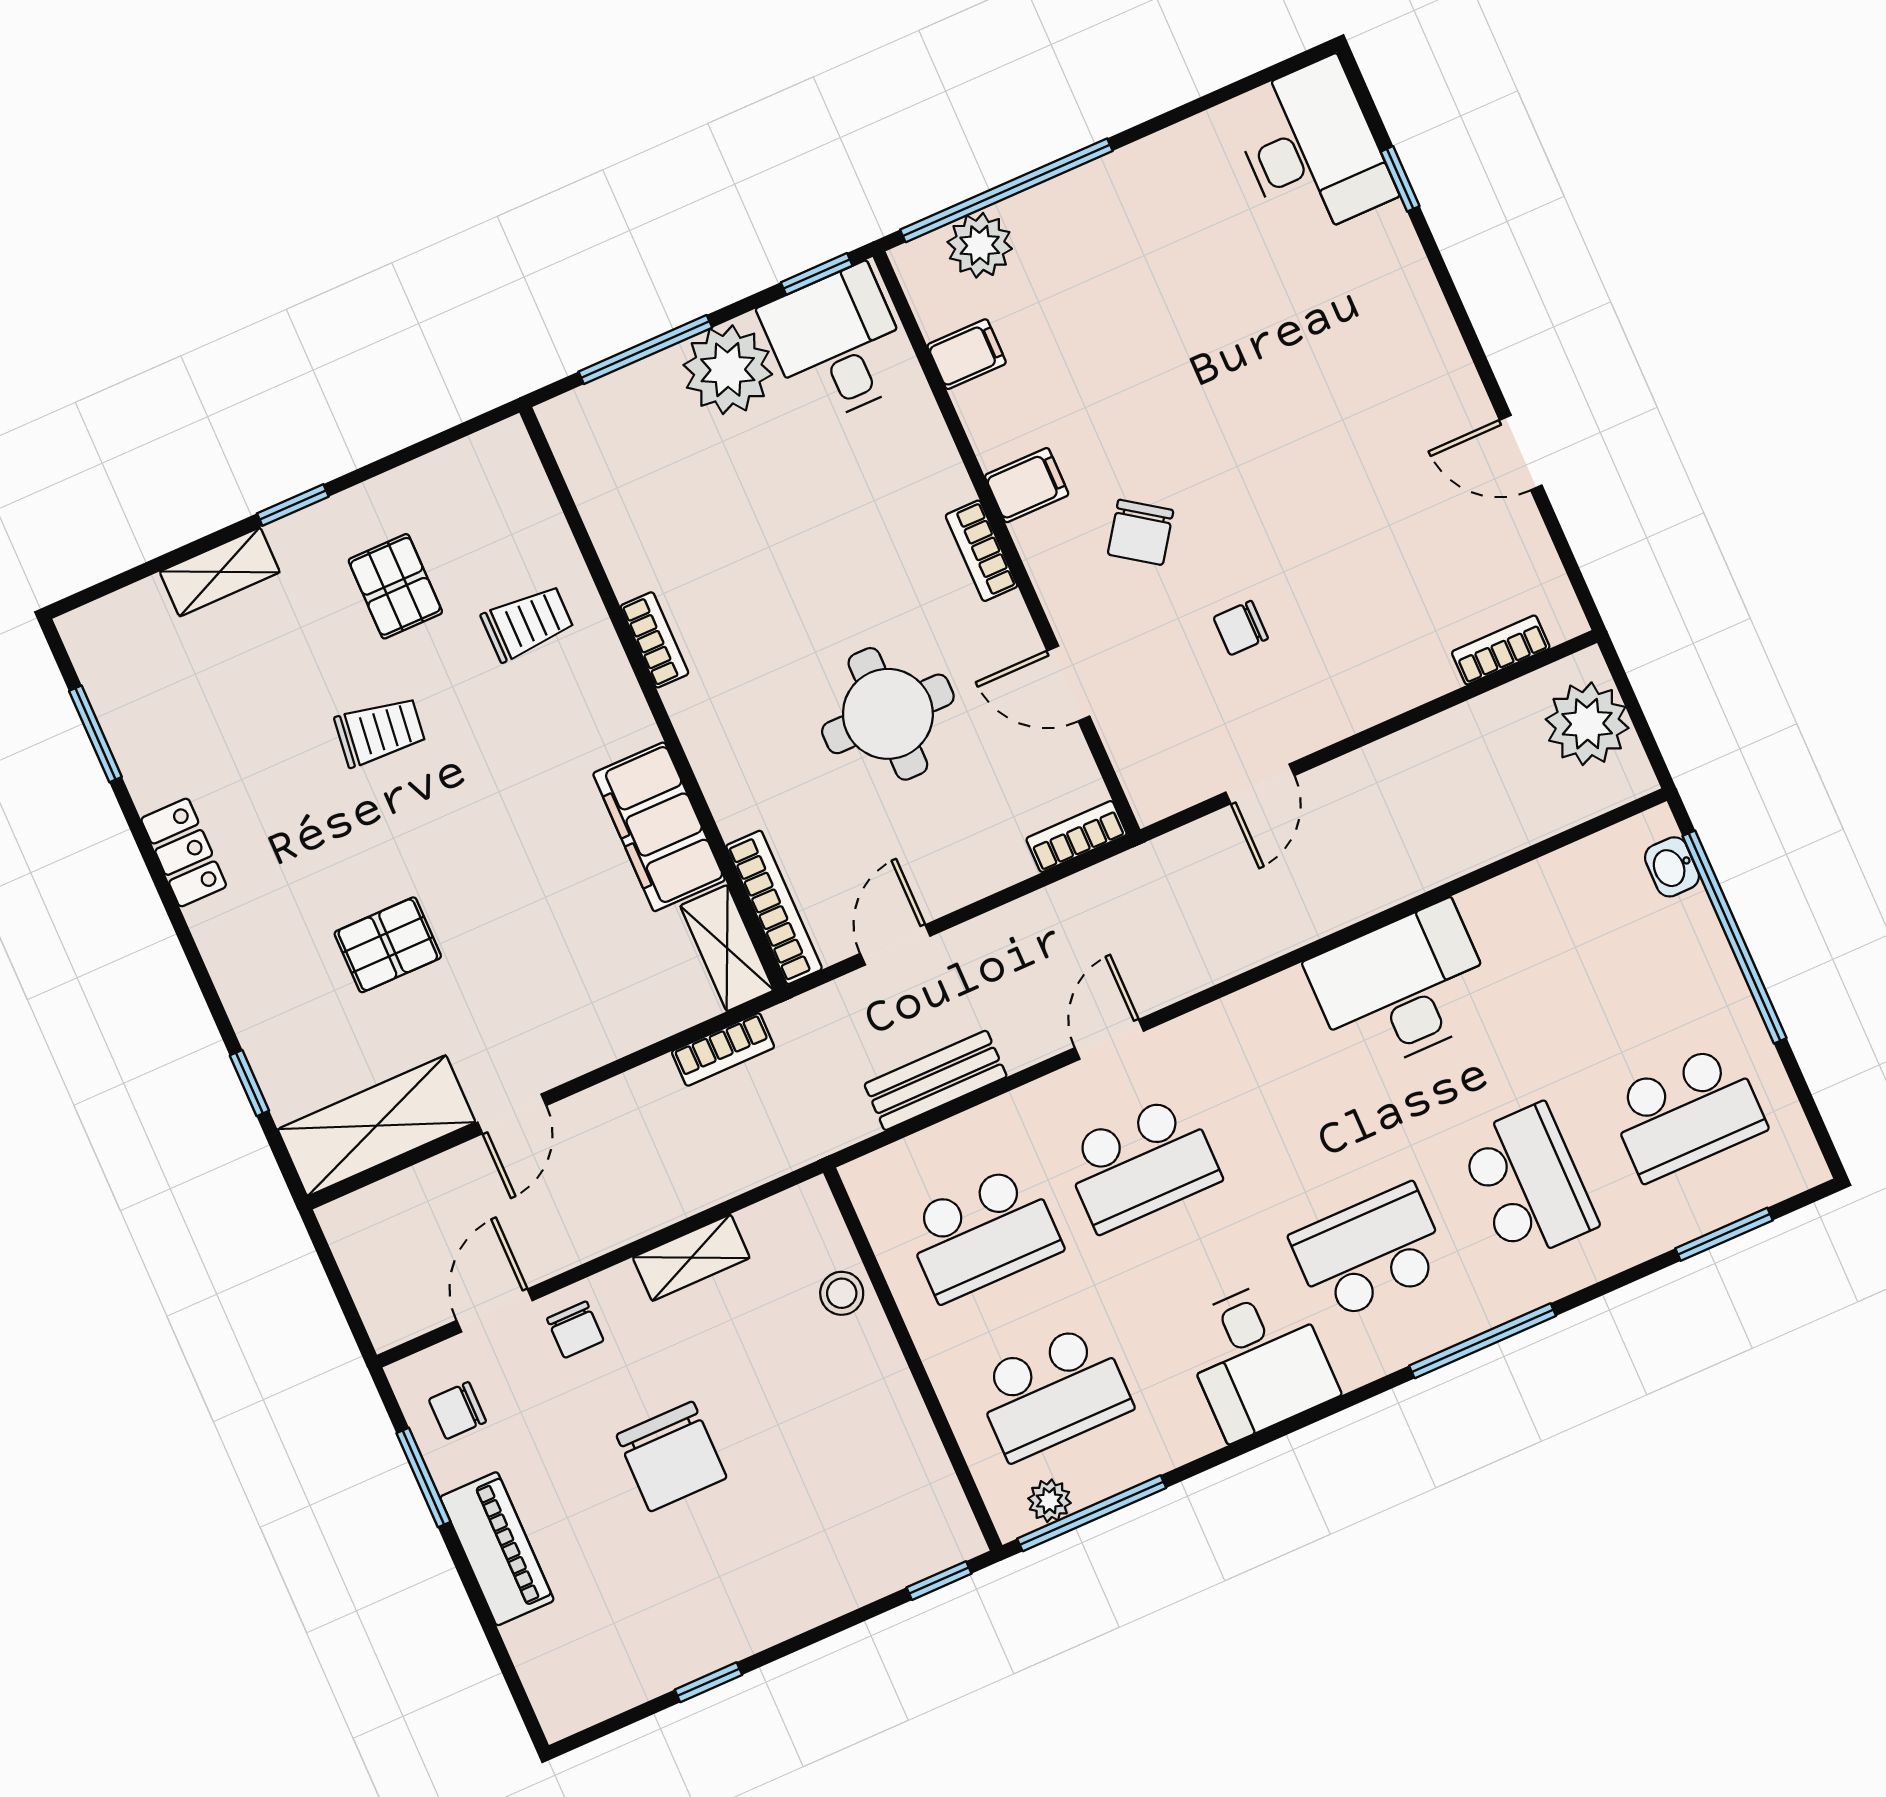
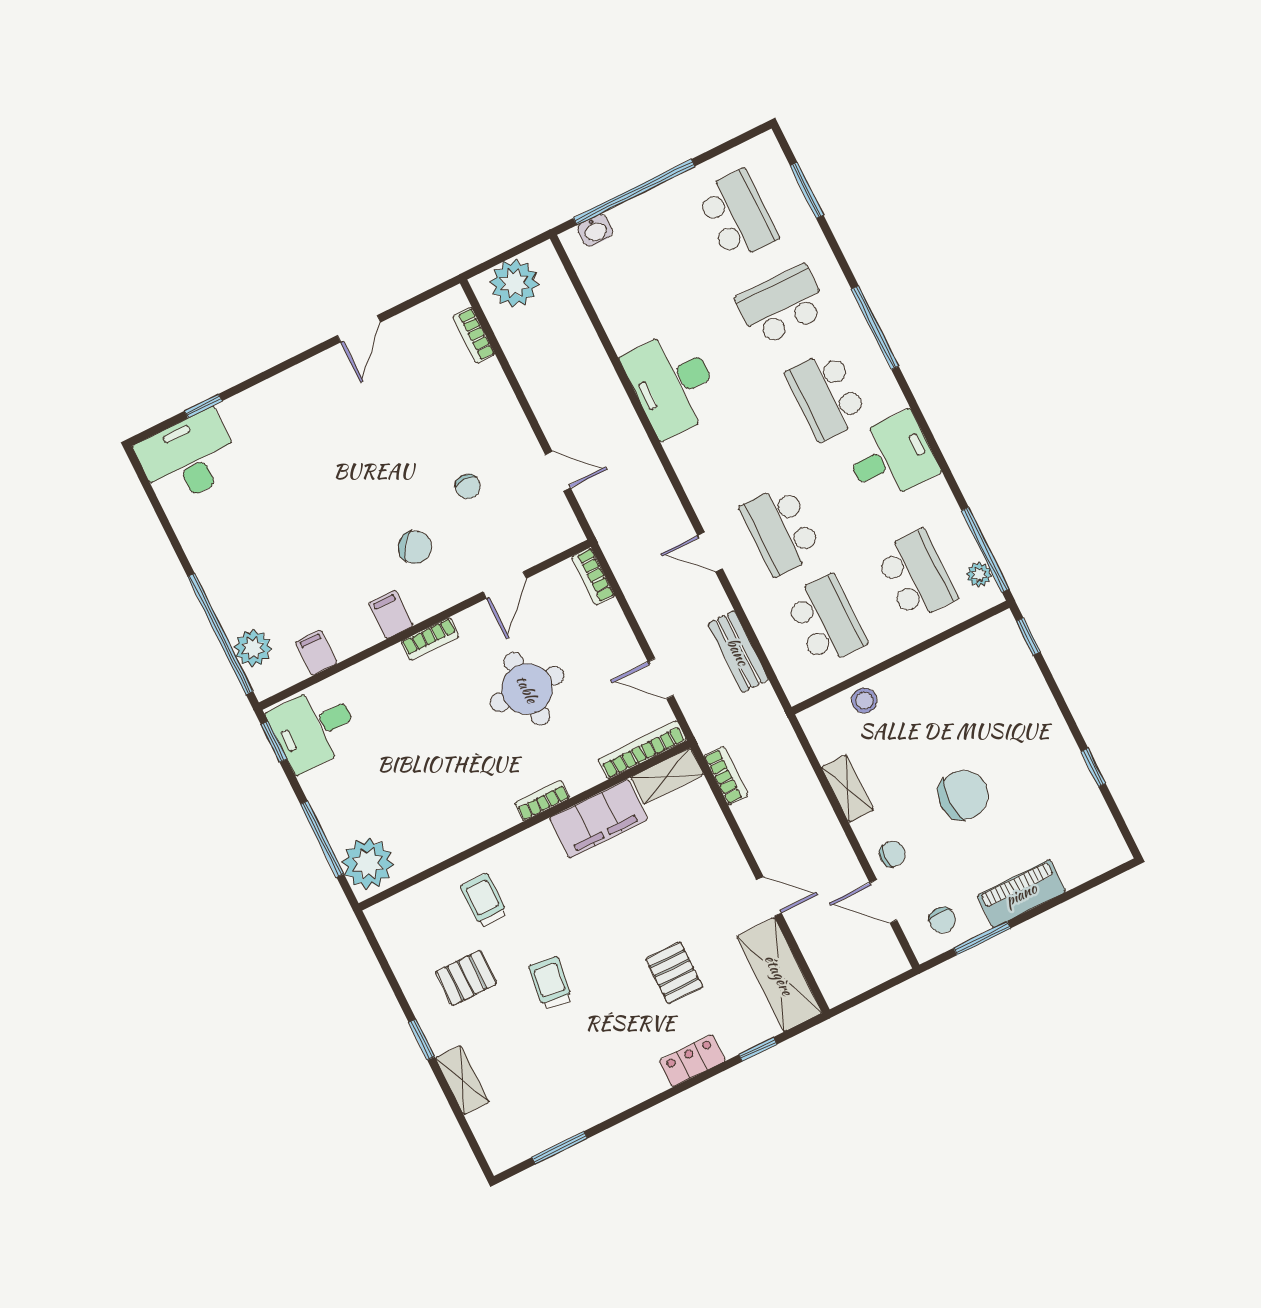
plant: (728, 370) -> (368, 863), moved
bookcase: (654, 640) -> (542, 801), moved
locker: (184, 852) -> (692, 1061), moved
school desk: (1141, 1163) -> (781, 530), turned 180

